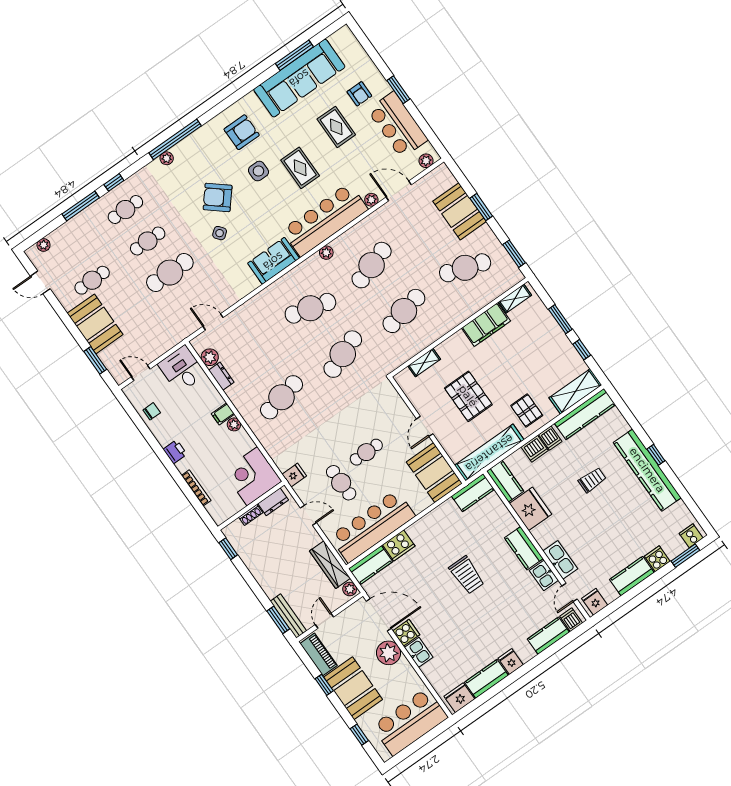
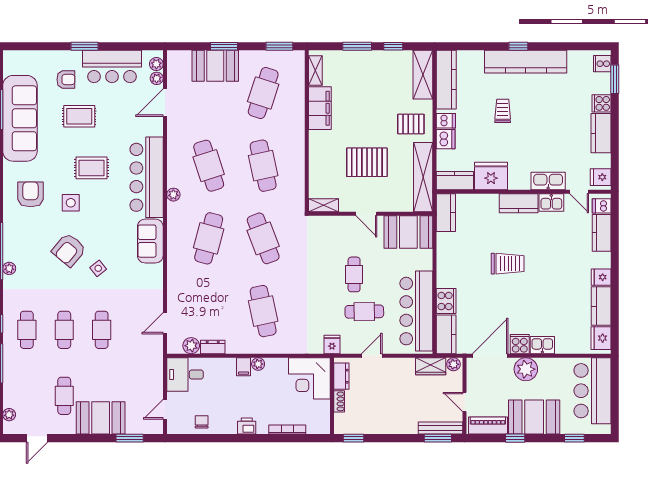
plant: (371, 200) -> (157, 78), moved
cafe table: (170, 273) -> (102, 330), width x0.73, depth x0.74
shelving: (424, 363) -> (324, 205), moved, turned 90
wardrobe: (330, 565) -> (431, 366), width x0.67

